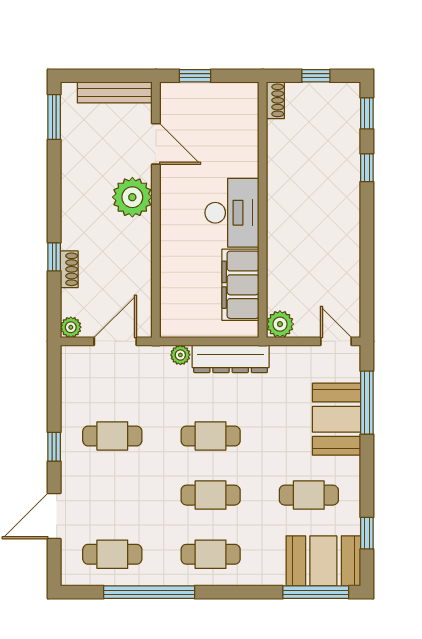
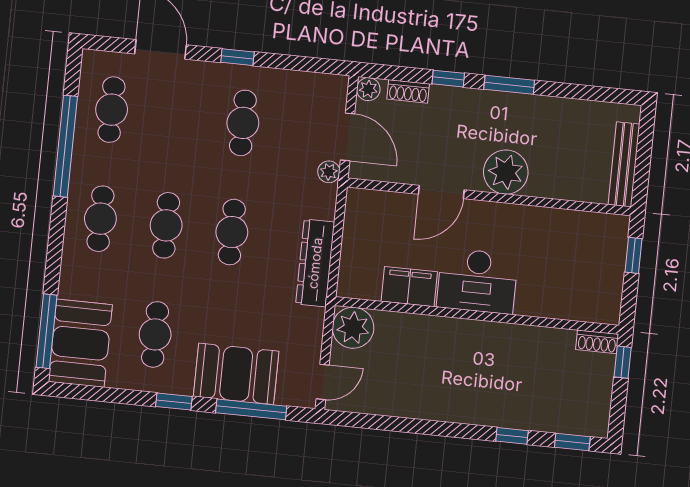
window: (316, 76) -> (623, 362), moved
window: (54, 117) -> (509, 85), moved
door: (156, 144) -> (441, 192), moved
shoe rack: (69, 269) -> (408, 91), moved
filing cabinet: (240, 285) -> (409, 287), width x0.67, depth x0.86
plant: (280, 324) -> (353, 328), width x1.36, depth x1.36
plant: (180, 355) -> (329, 172), moved
window: (367, 533) -> (174, 402), moved

